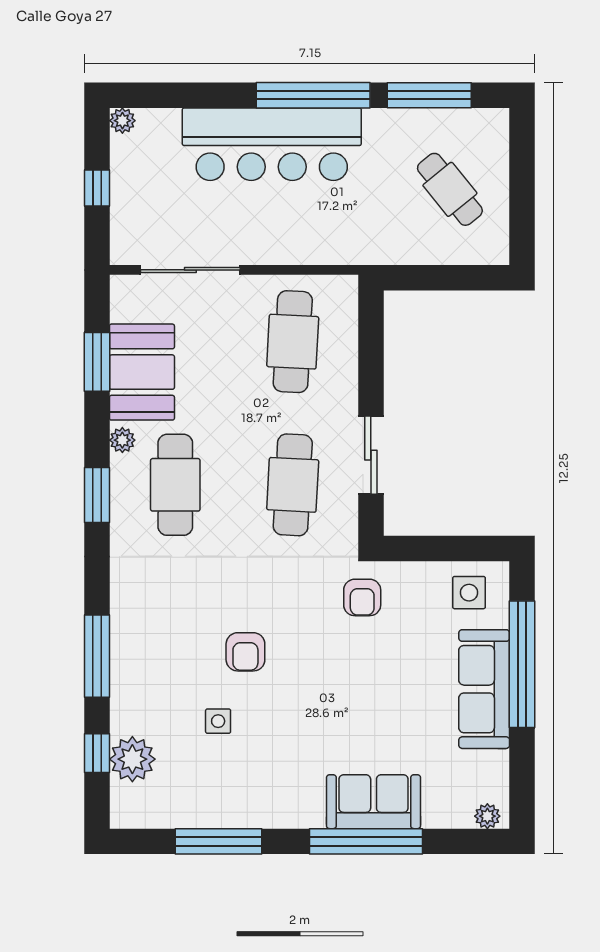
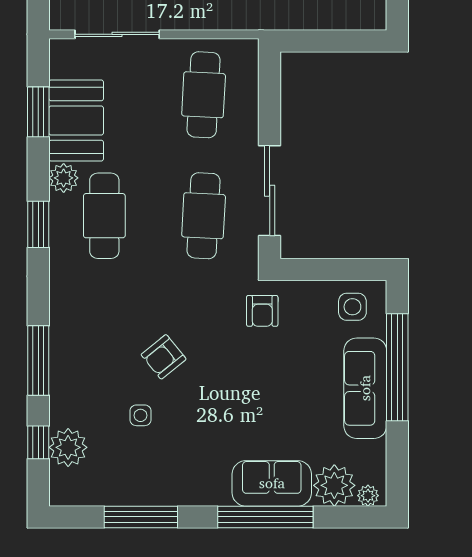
plant: (122, 440) -> (64, 178), width x1.38, depth x1.38
sliding door: (371, 455) -> (270, 191), width x1.37
armchair: (245, 652) -> (164, 357), turned 51
plant: (448, 804) -> (334, 485), added

